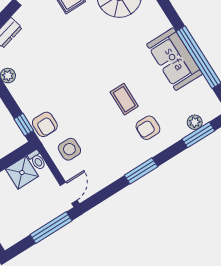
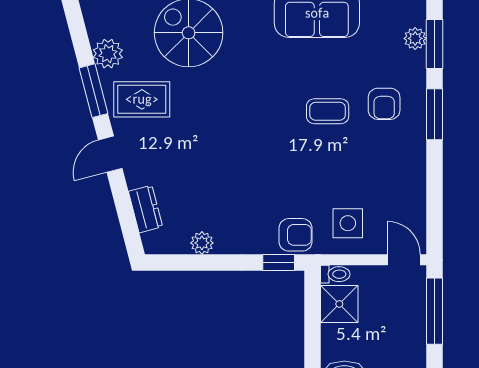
window: (141, 171) -> (435, 114), moved

